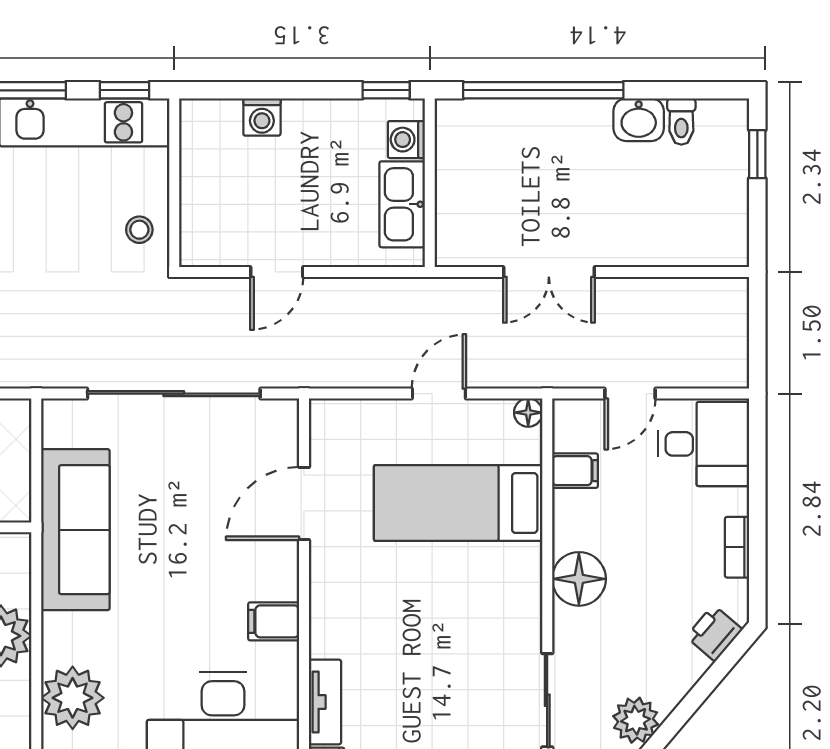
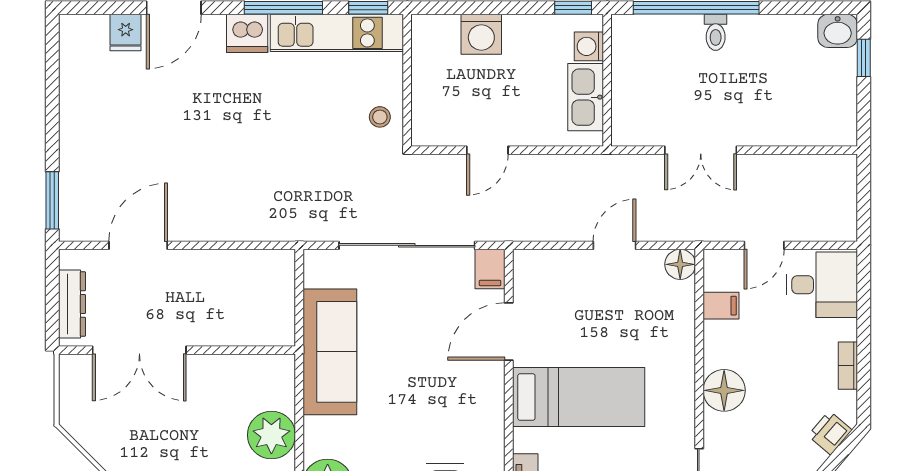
washing machine: (262, 117) -> (481, 34), width x1.38, depth x1.38
washbasin: (639, 120) -> (838, 31), moved
toilet: (681, 122) -> (716, 32), moved
floor lamp: (528, 413) -> (680, 264), width x1.37, depth x1.37
bed: (458, 503) -> (579, 397), moved, turned 180
filing cabinet: (274, 621) -> (490, 269), moved, turned -90

